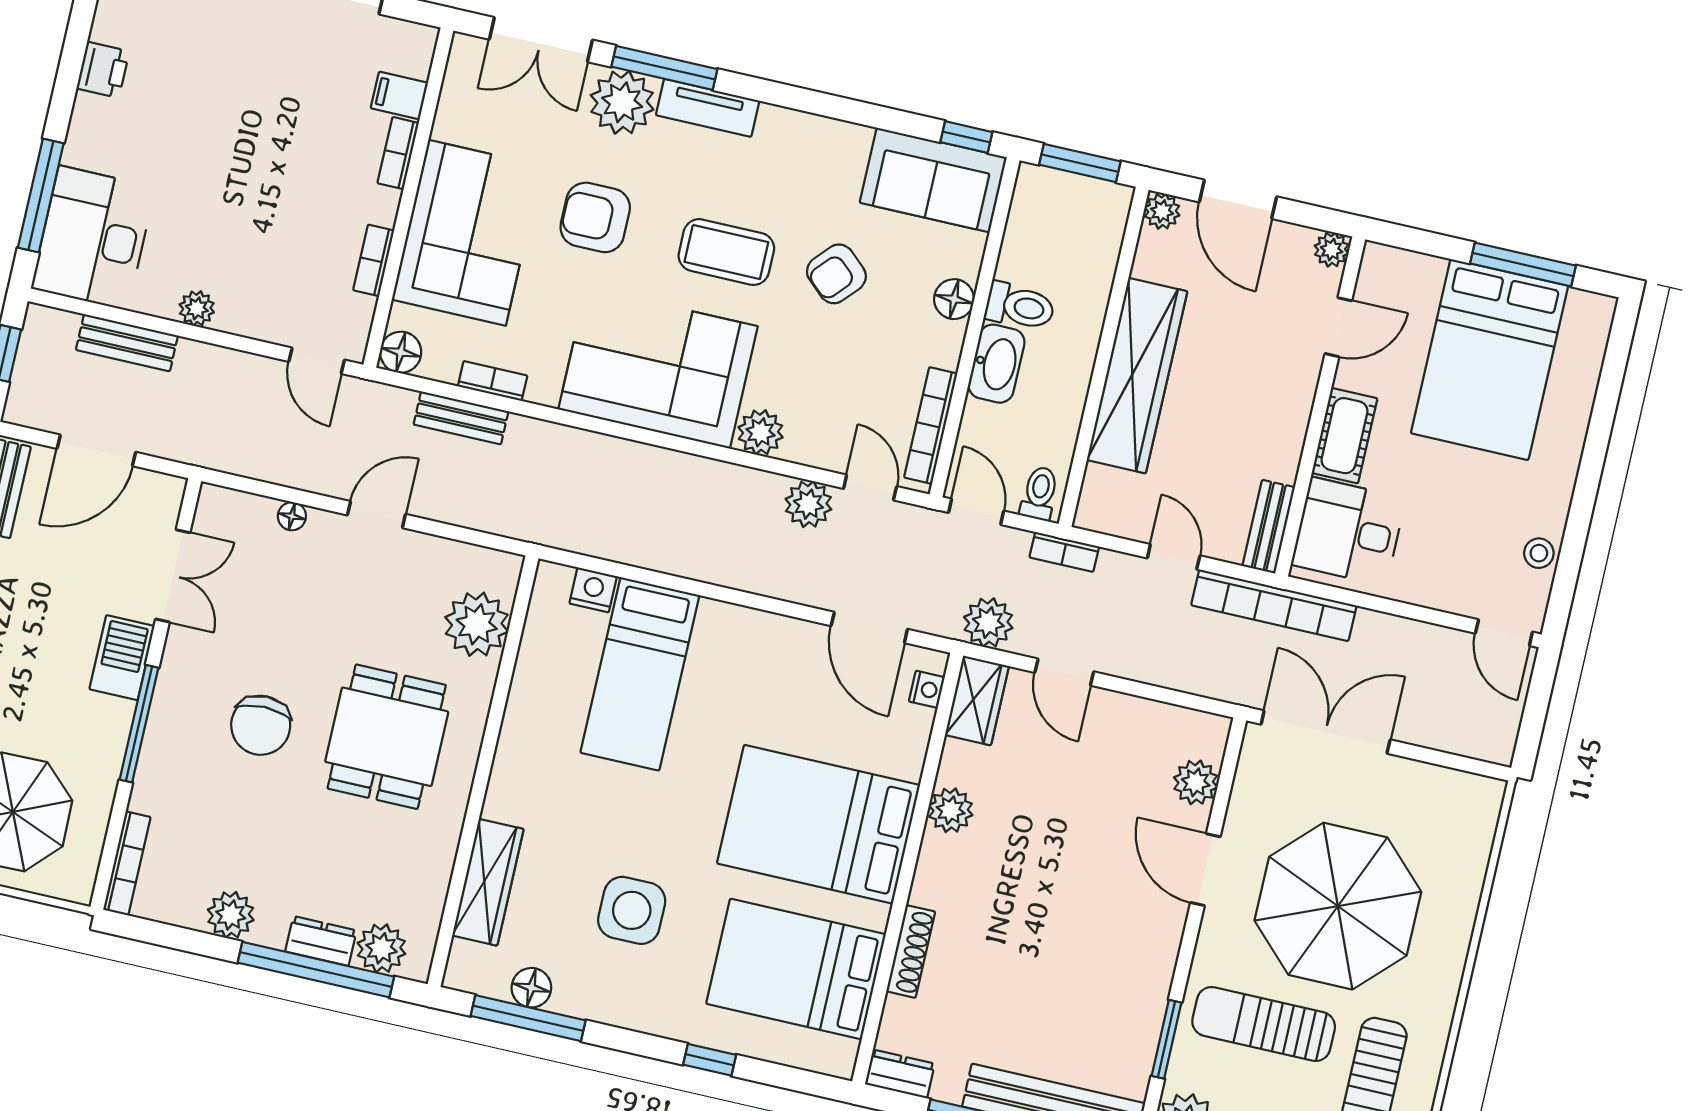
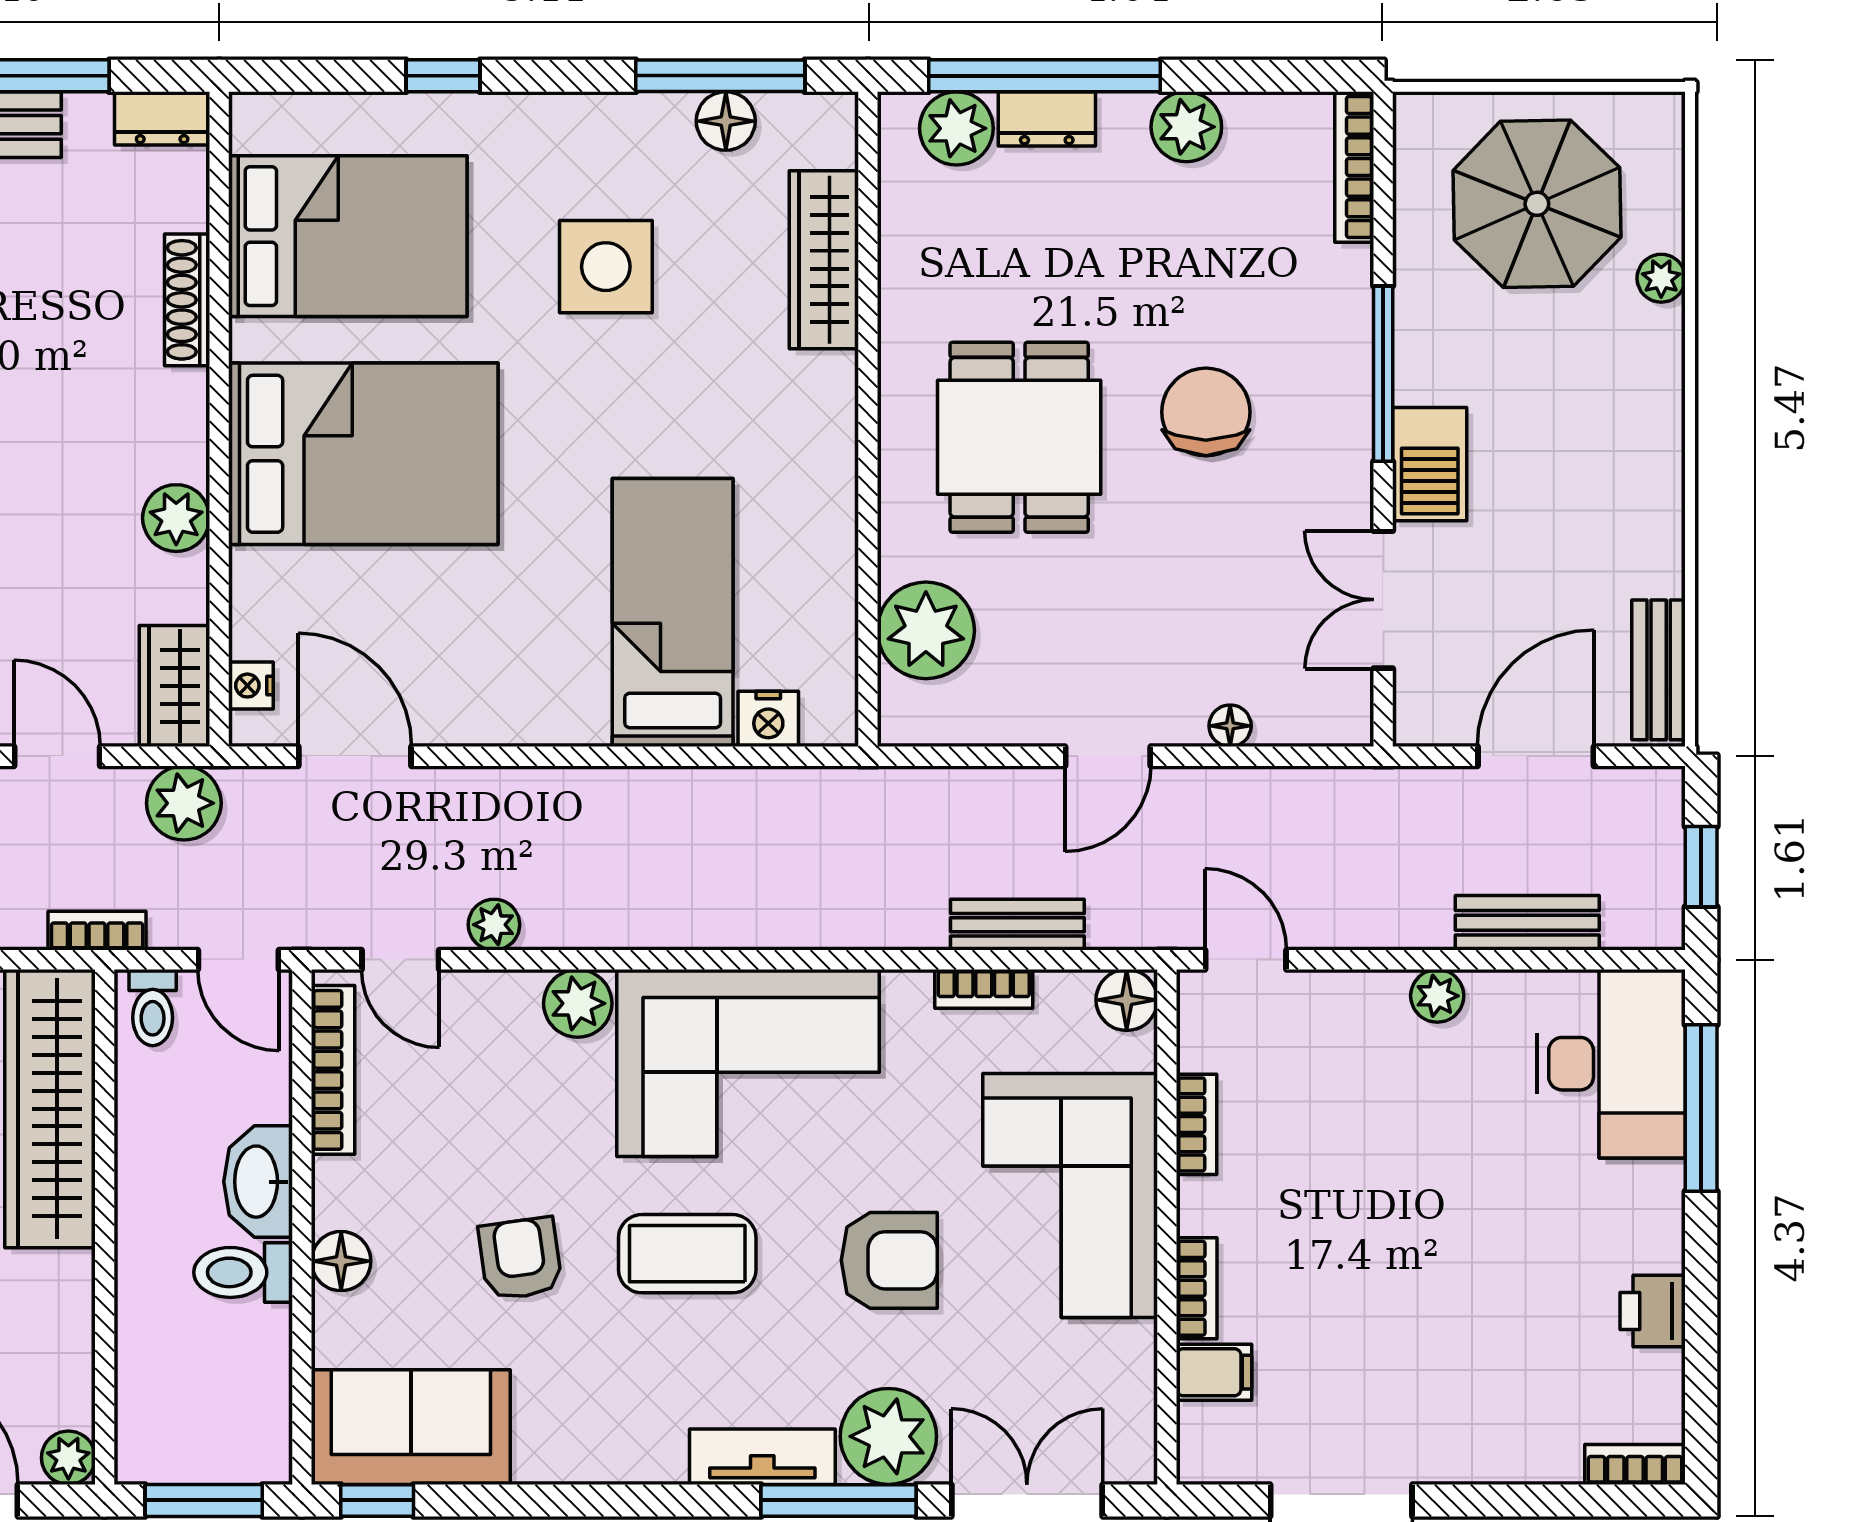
armchair: (836, 274) -> (520, 1259), turned -50
wardrobe: (1137, 376) -> (50, 1109), moved
plant: (808, 504) -> (494, 925), width x0.73, depth x0.73

